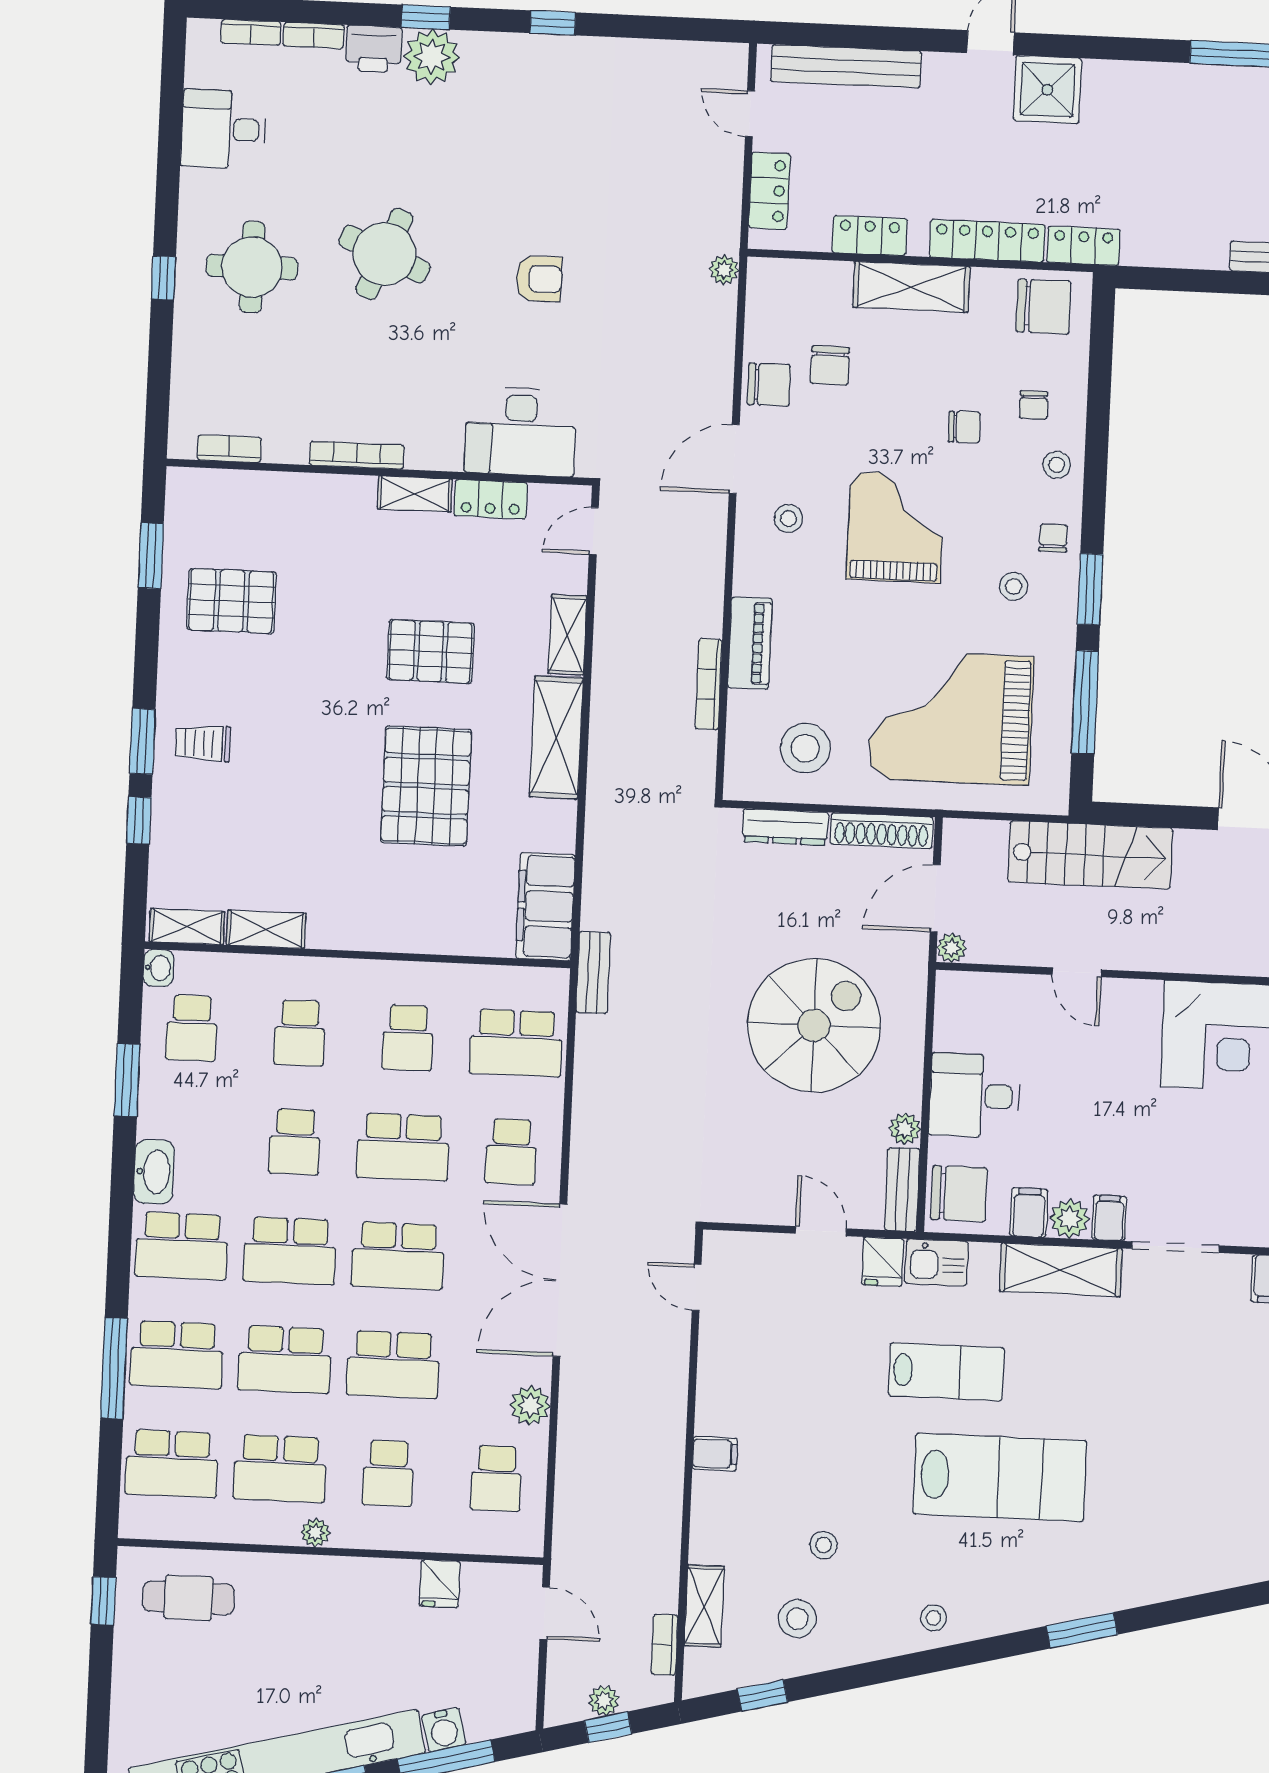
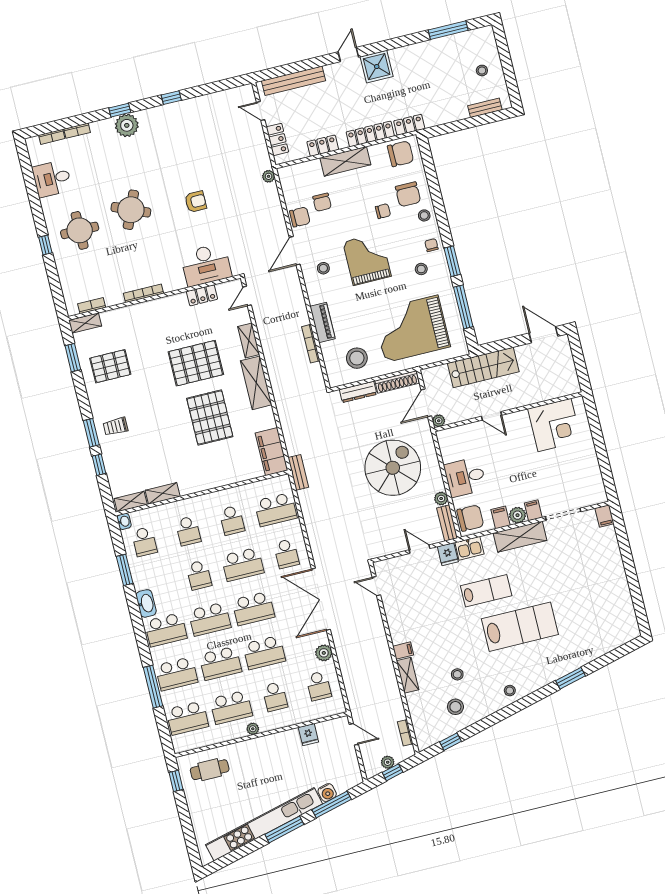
printer: (374, 49) -> (103, 129), removed
chair: (1033, 405) -> (408, 194), width x1.87, depth x1.87
shelving: (415, 494) -> (85, 323), moved
pallet: (431, 651) -> (196, 363), width x1.37, depth x1.41
shelving: (704, 1606) -> (408, 675), moved

